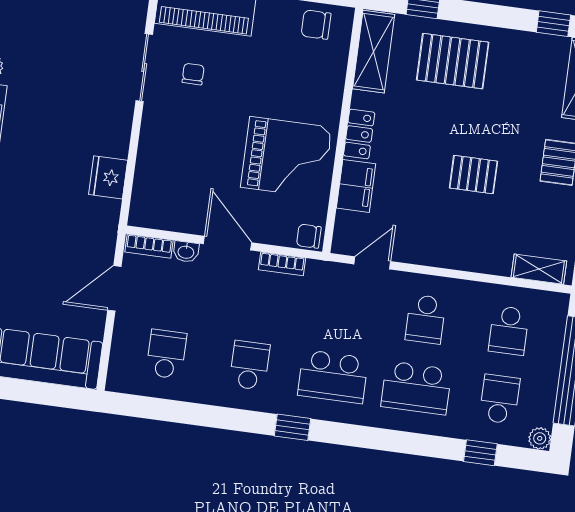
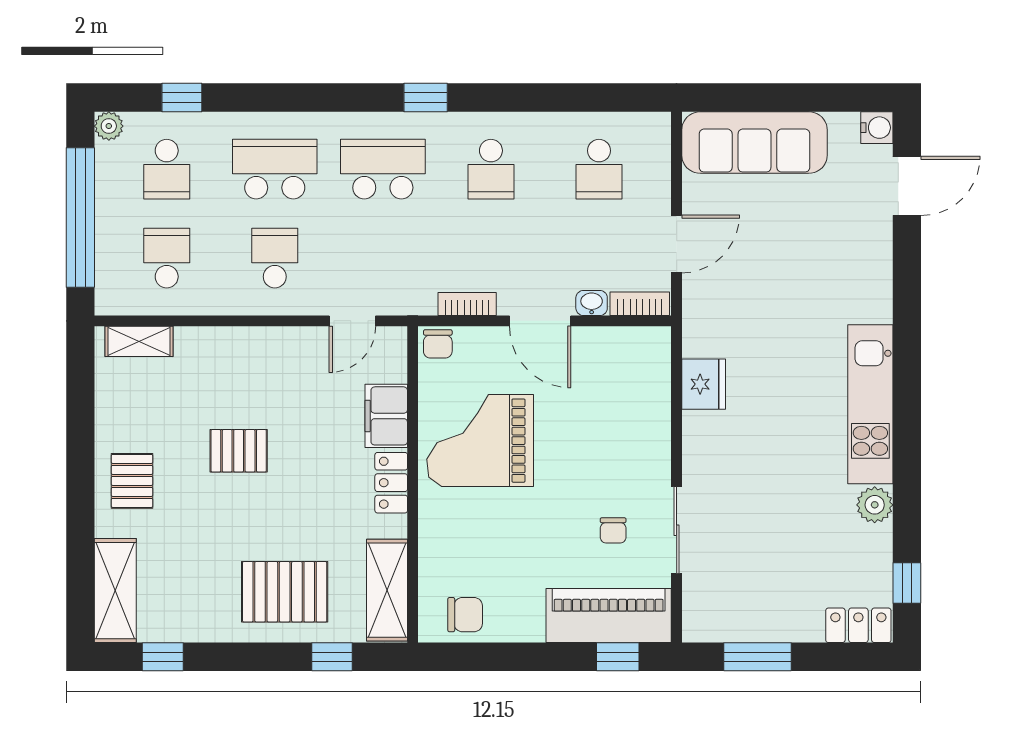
chair: (309, 236) -> (438, 344), turned 90

